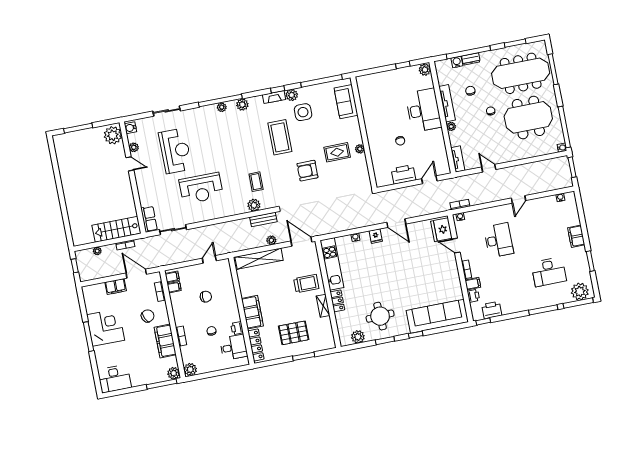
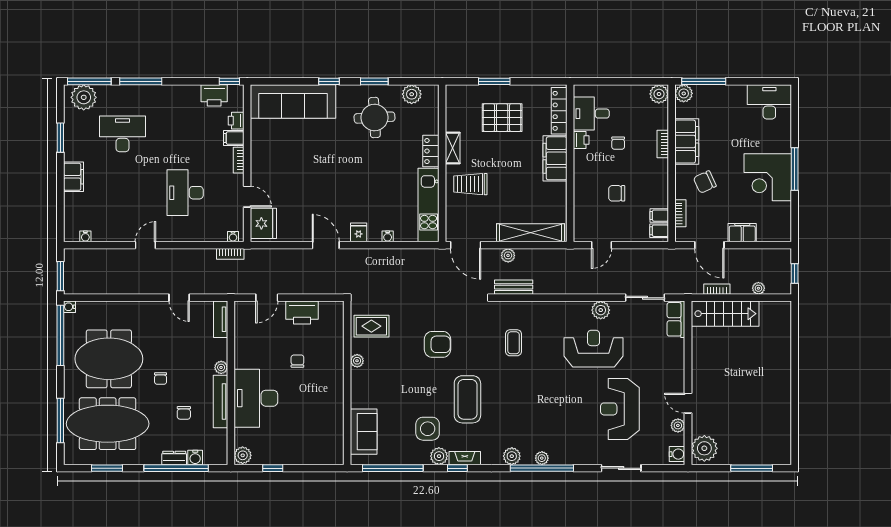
rug: (337, 152) -> (371, 326), moved
plant: (254, 205) -> (601, 310), moved

